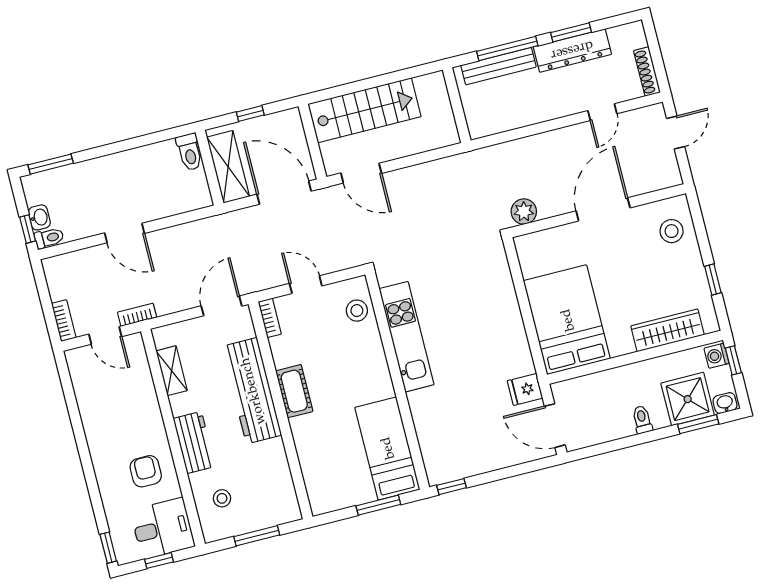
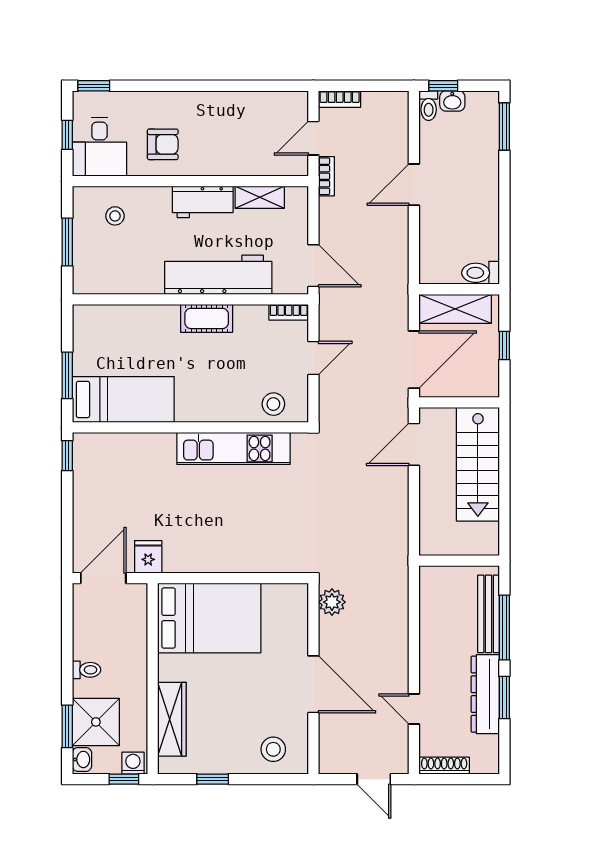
workbench: (194, 442) -> (203, 202), moved

